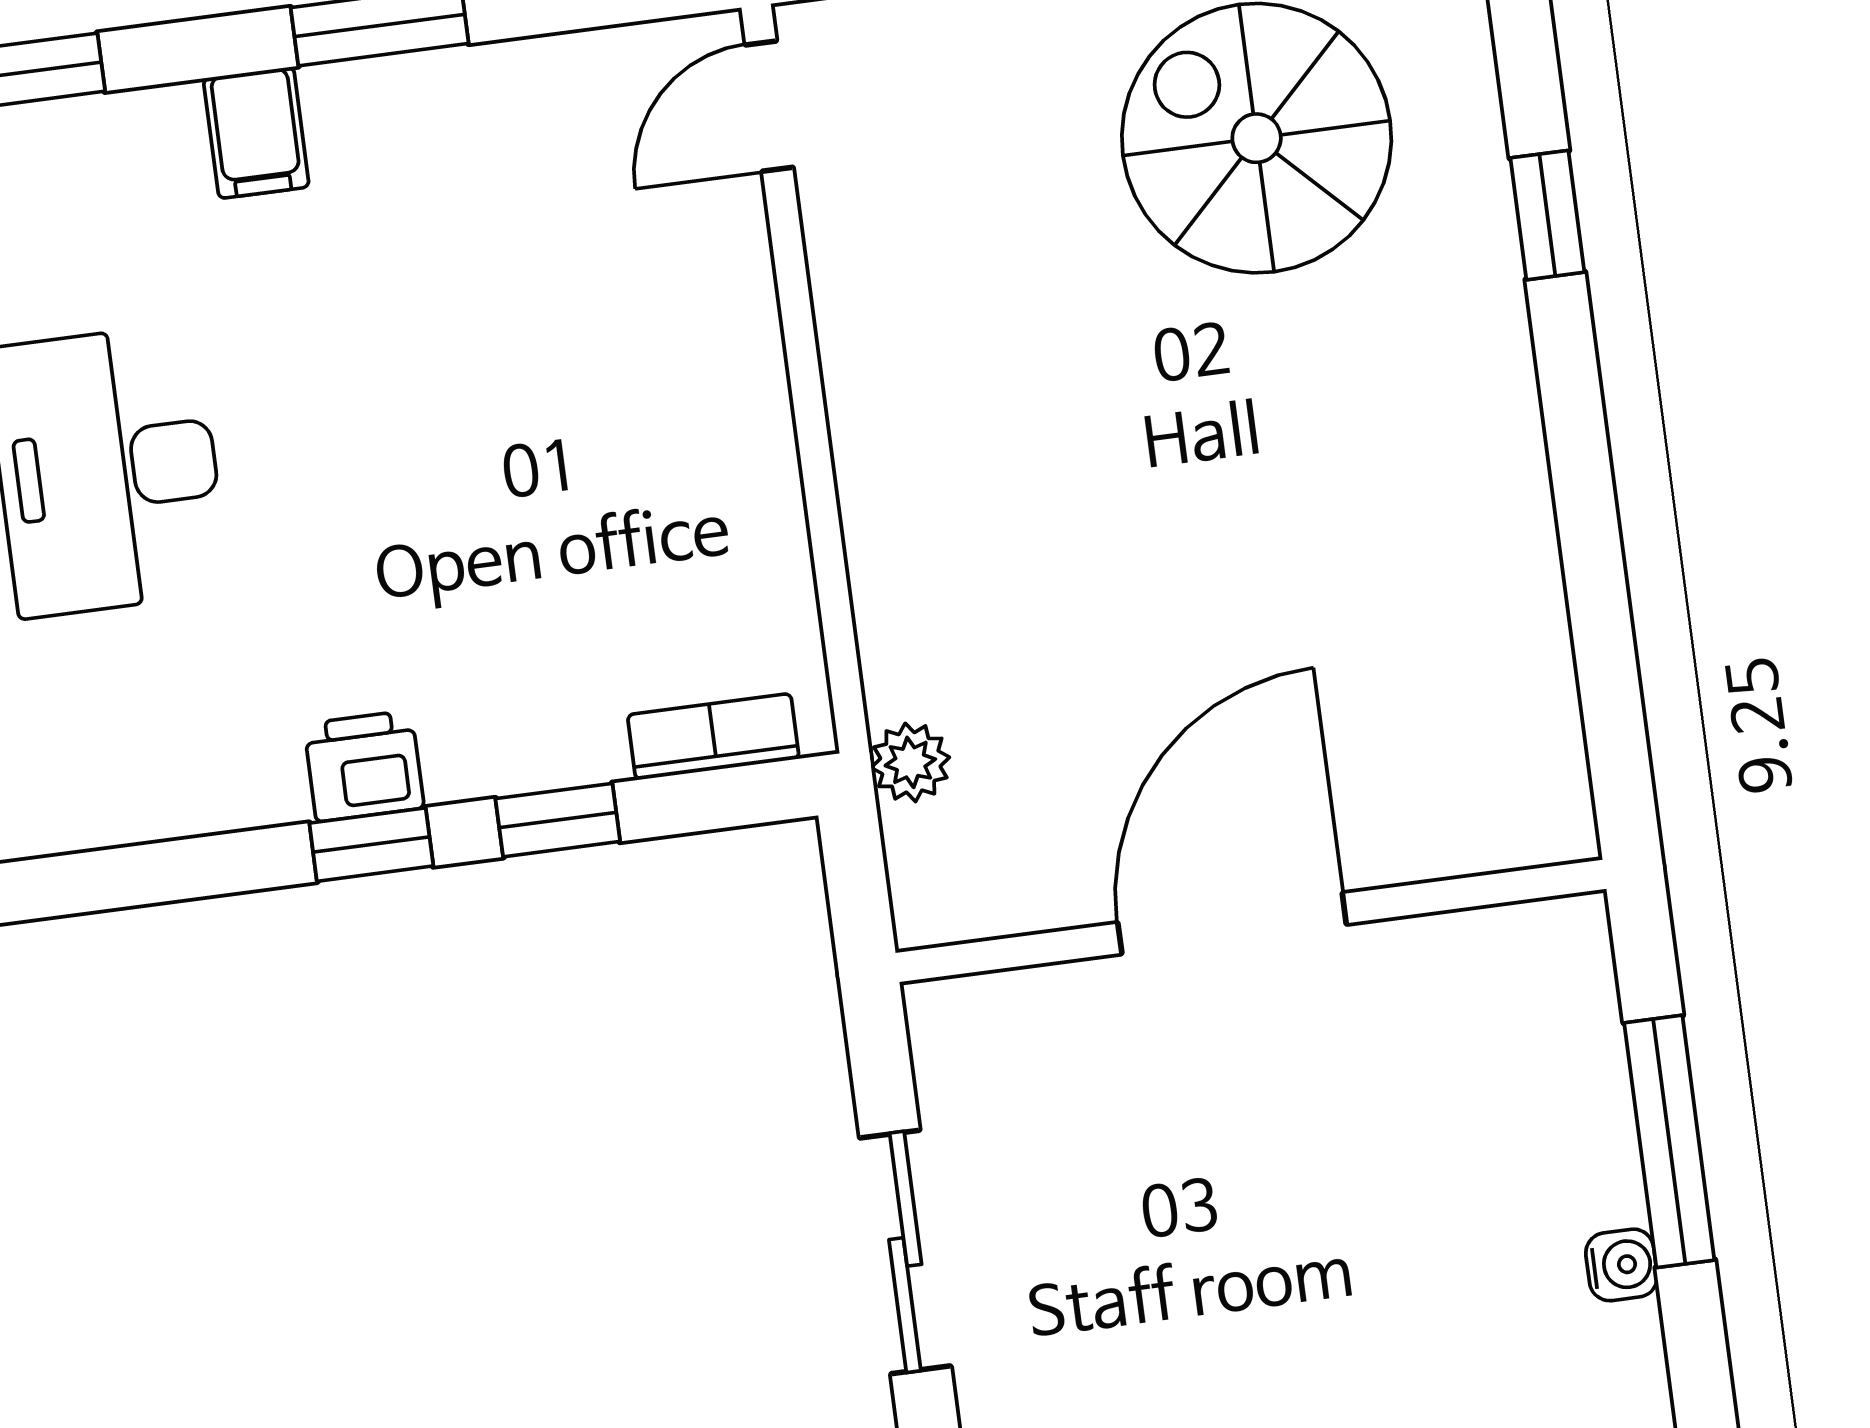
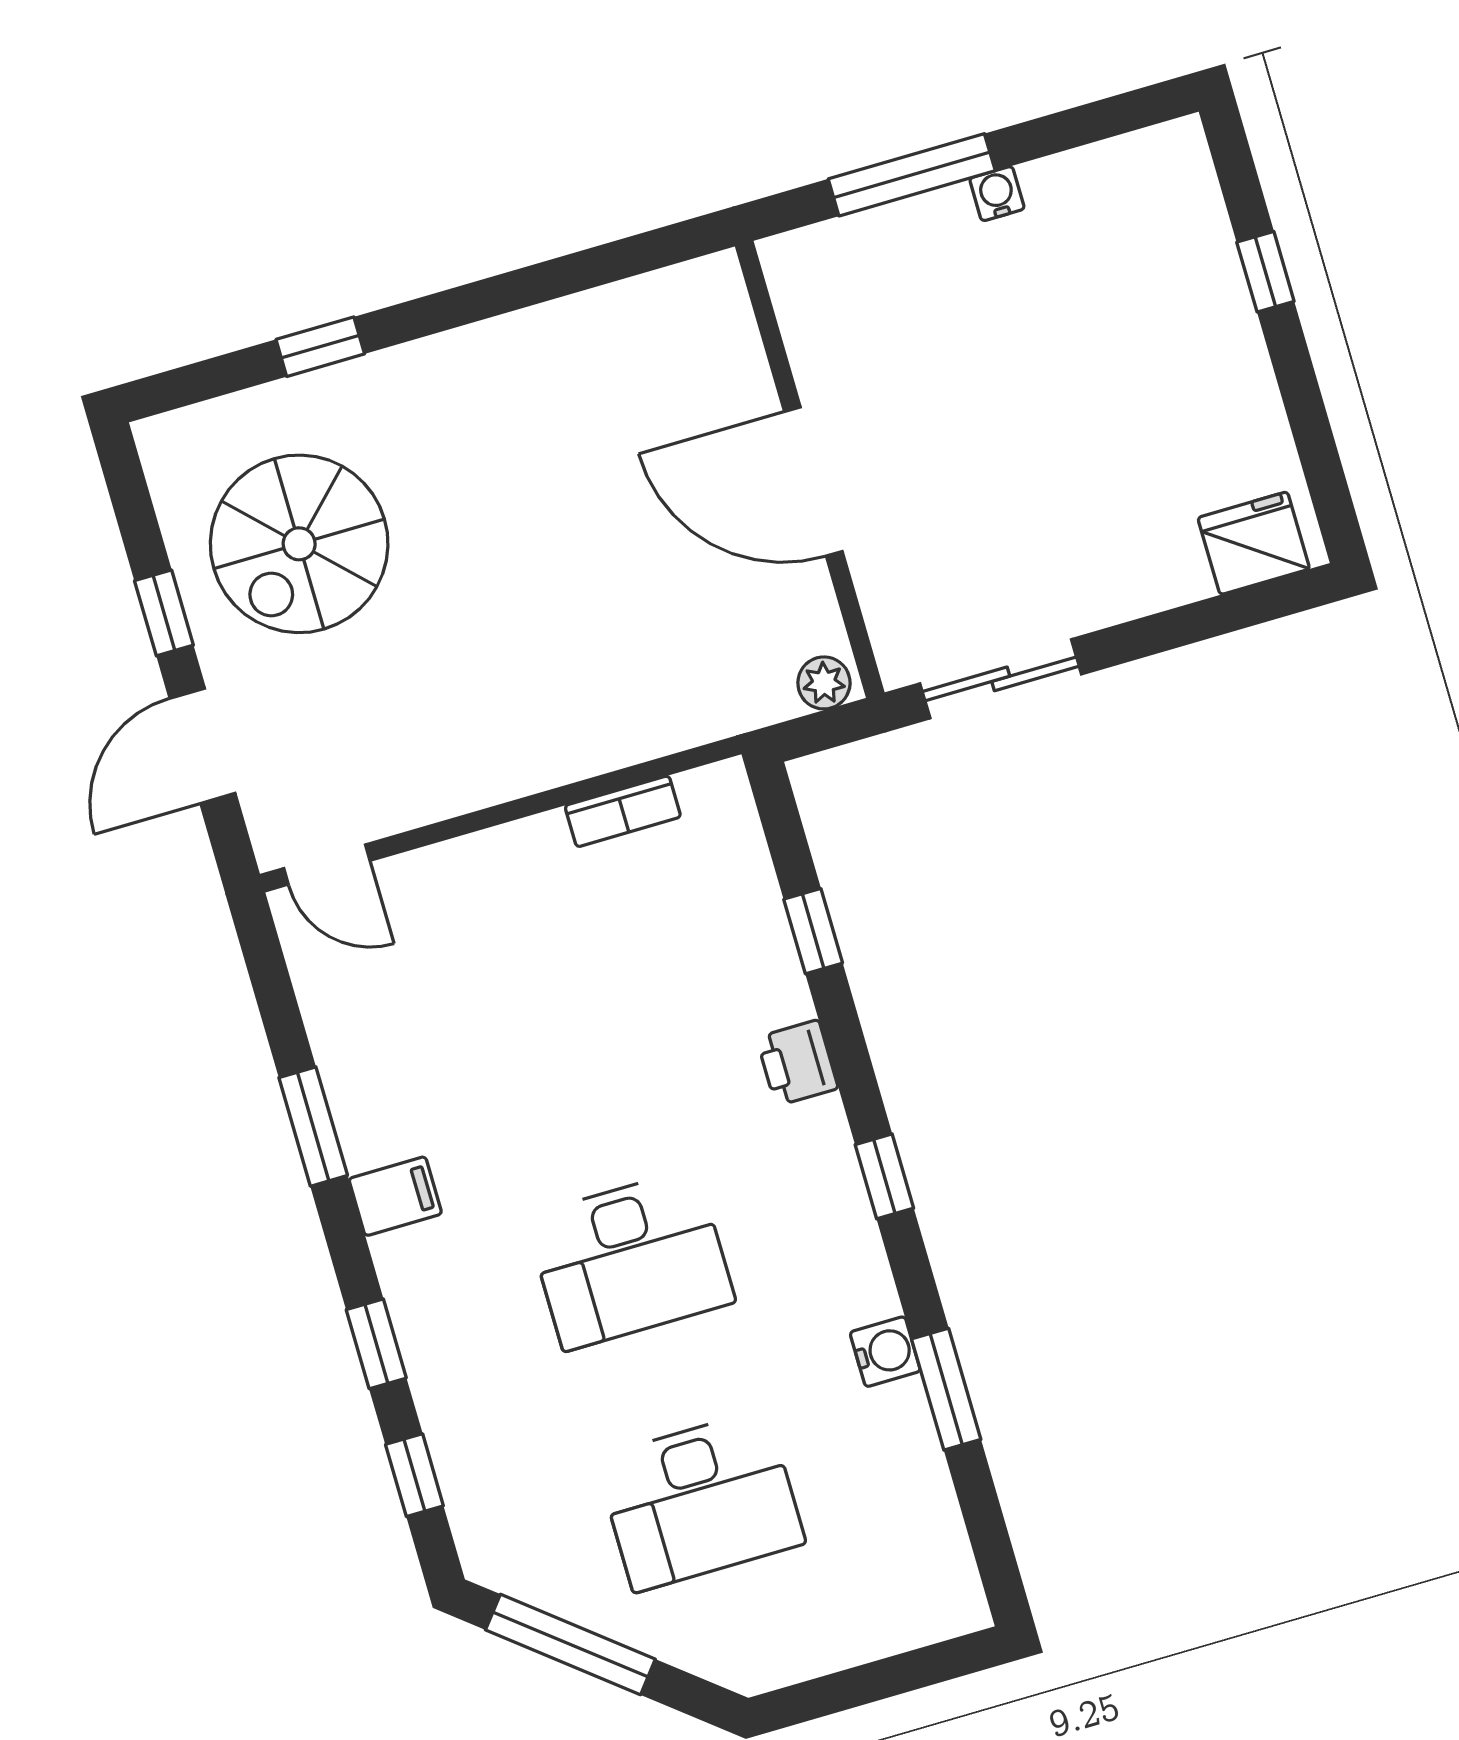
bookcase: (713, 737) -> (623, 811), moved, turned -90
plant: (910, 762) -> (824, 683), moved
window: (371, 845) -> (884, 1176), moved
sliding door: (905, 1252) -> (1001, 679), moved

